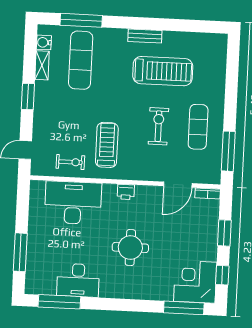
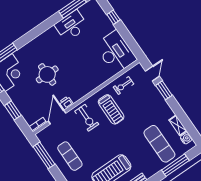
window: (28, 97) -> (164, 90), moved
exercise bike: (158, 126) -> (87, 118), moved
printer: (126, 192) -> (66, 103), moved
desk: (73, 203) -> (116, 52), moved, turned -90
round table: (130, 248) -> (47, 74), moved
window: (20, 252) -> (113, 17), width x0.46

